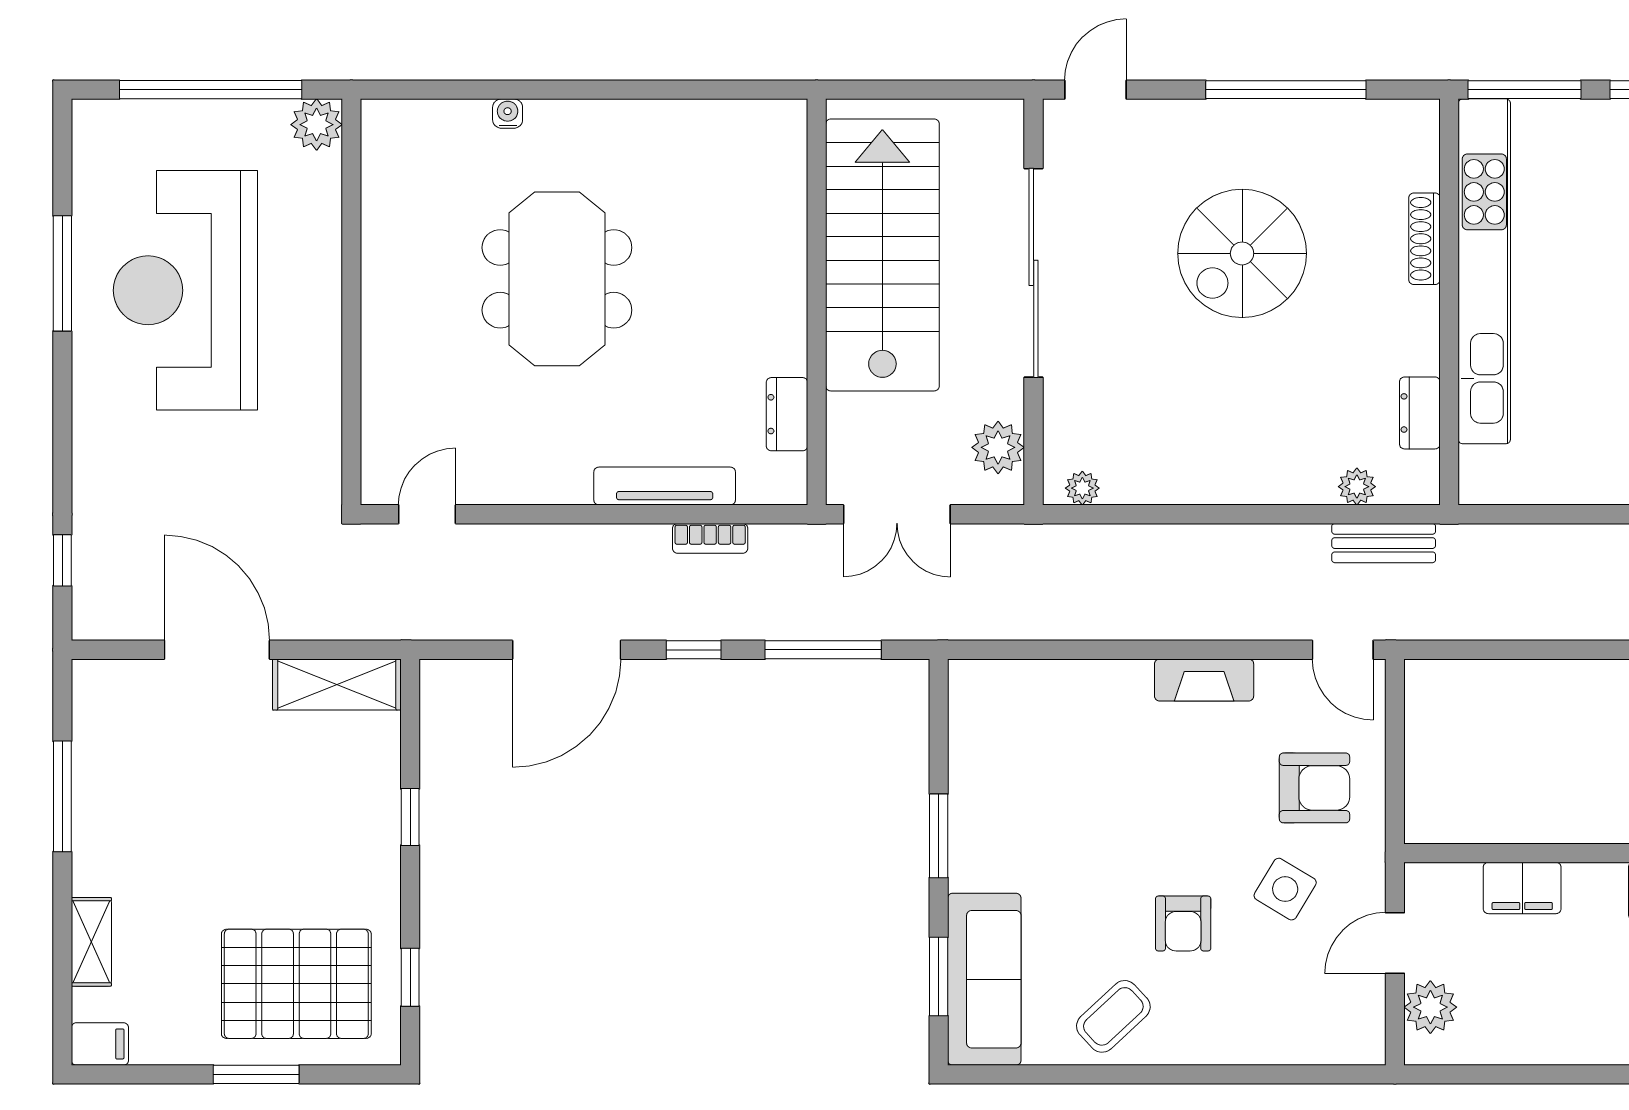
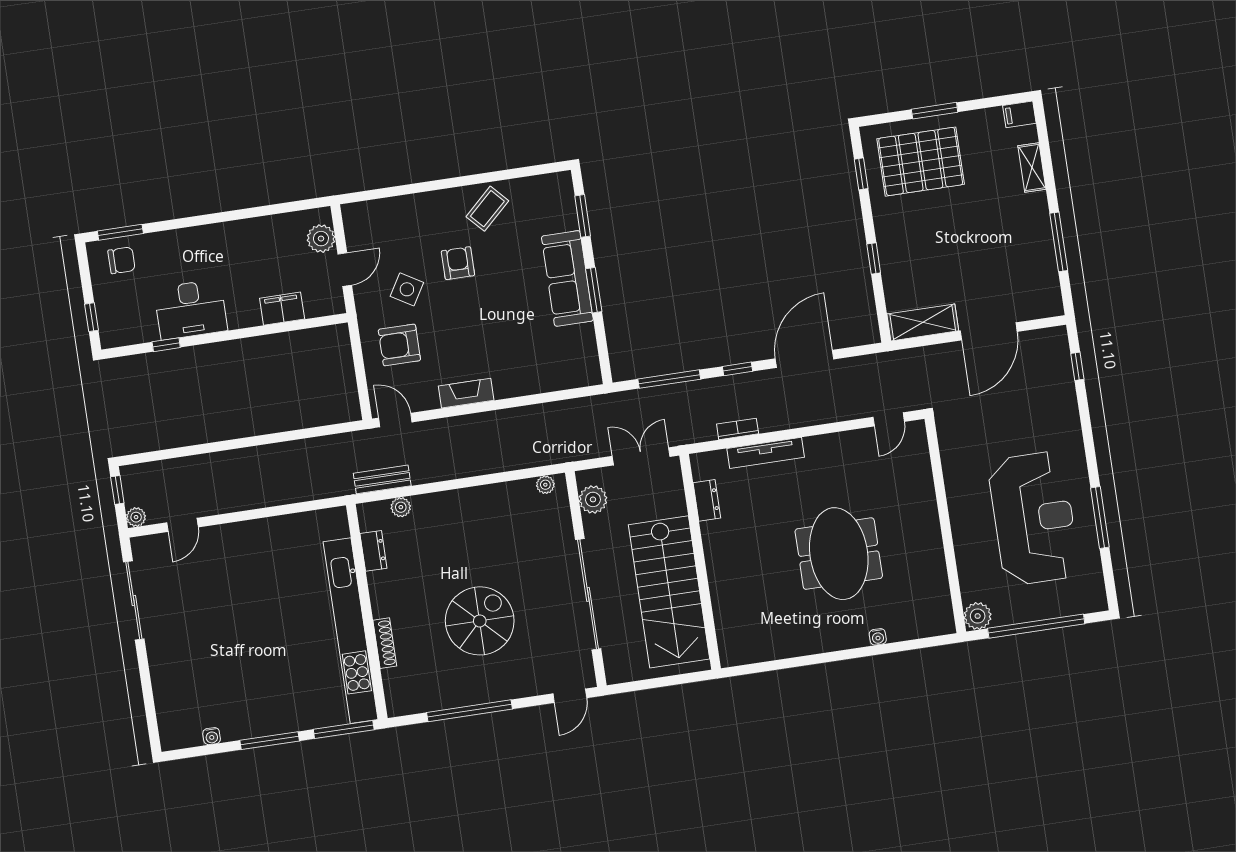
door: (217, 650) -> (989, 331), hinge flipped
sofa: (984, 979) -> (567, 278), moved

